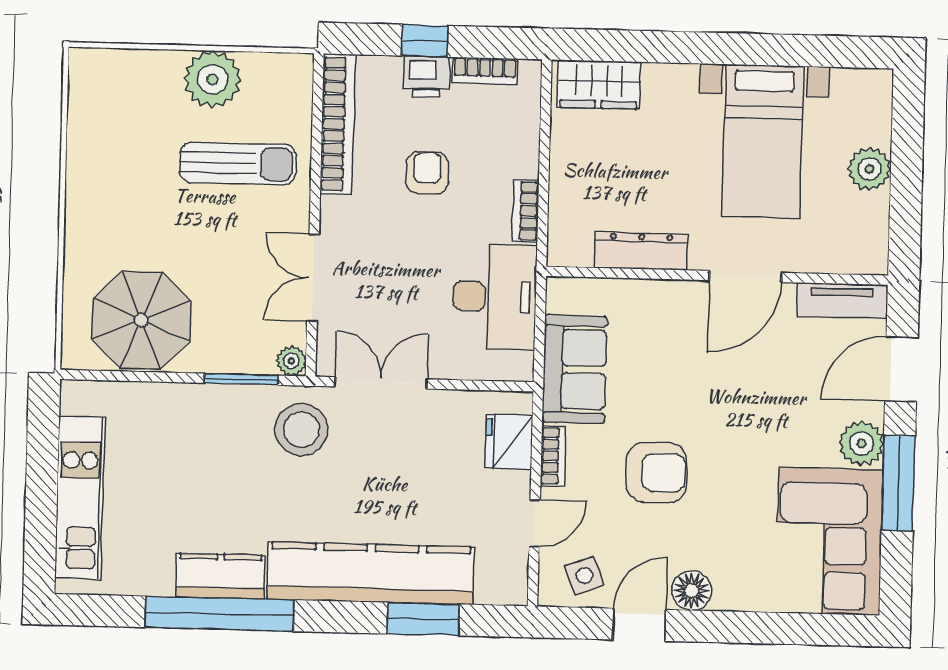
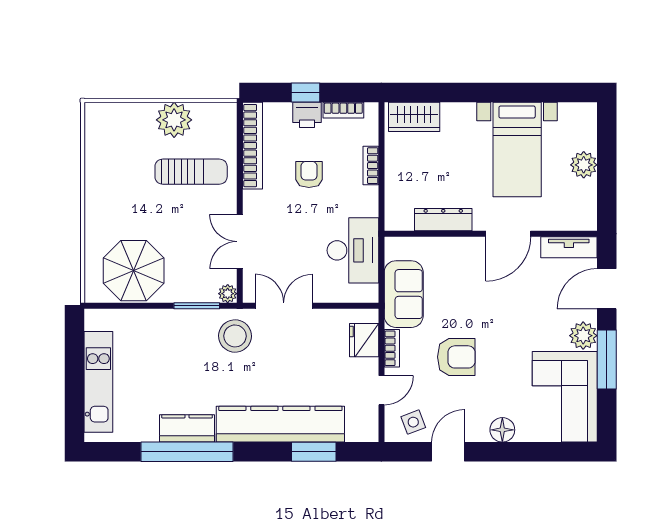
bookcase: (526, 211) -> (371, 166), moved
floor lamp: (692, 591) -> (502, 430), moved

